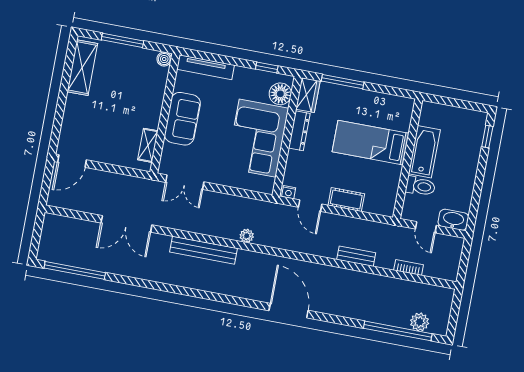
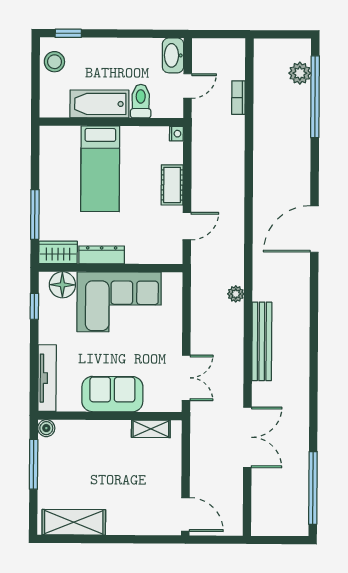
window: (122, 40) -> (34, 464), moved
stool: (466, 121) -> (54, 62), added
nightstand: (289, 192) -> (176, 134), moved
bench: (356, 256) -> (236, 161), removed

